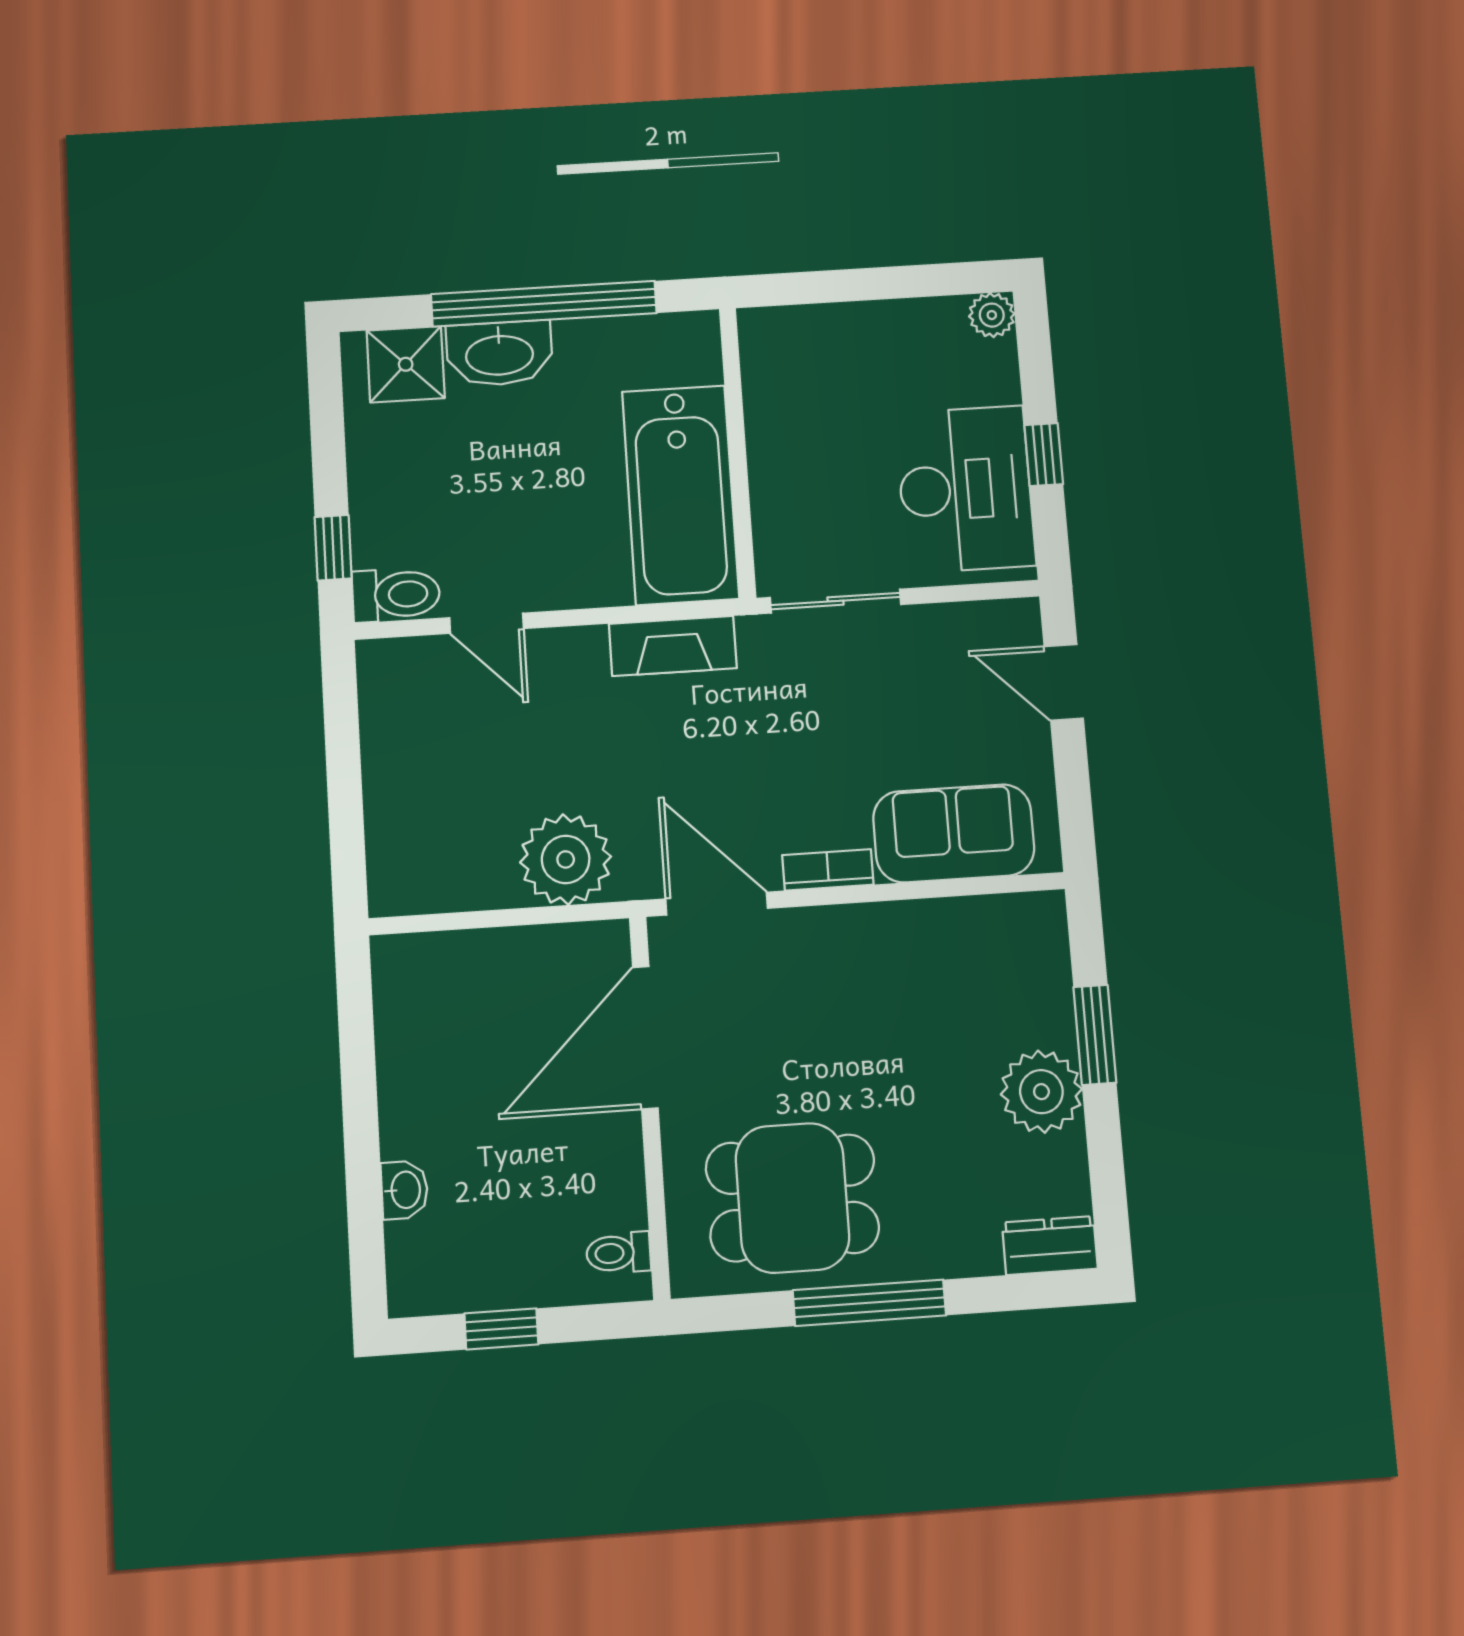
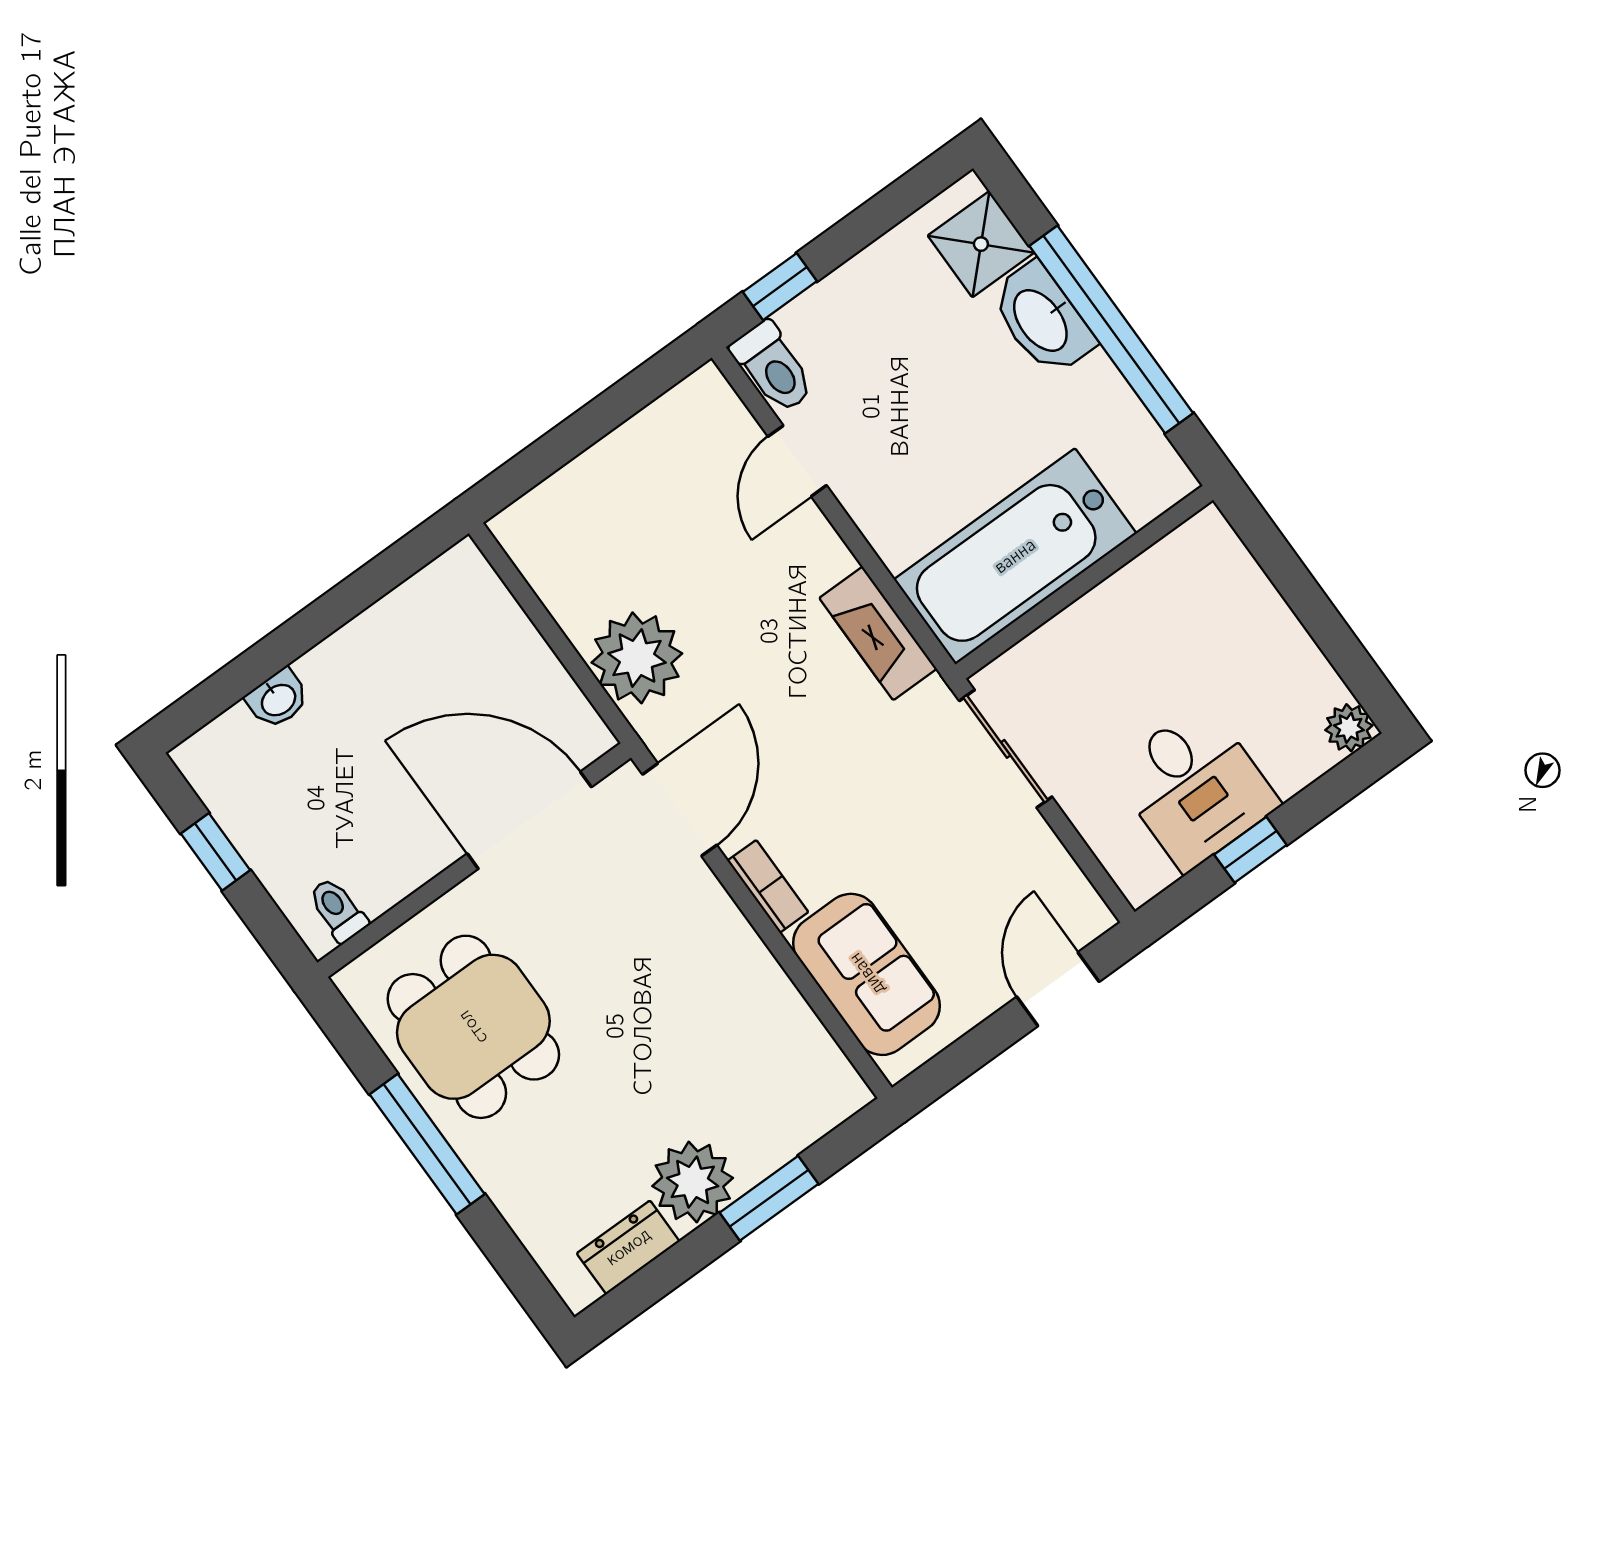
desk: (965, 489) -> (1195, 787), width x0.73
dresser: (1050, 1246) -> (628, 1247), moved, turned -90

